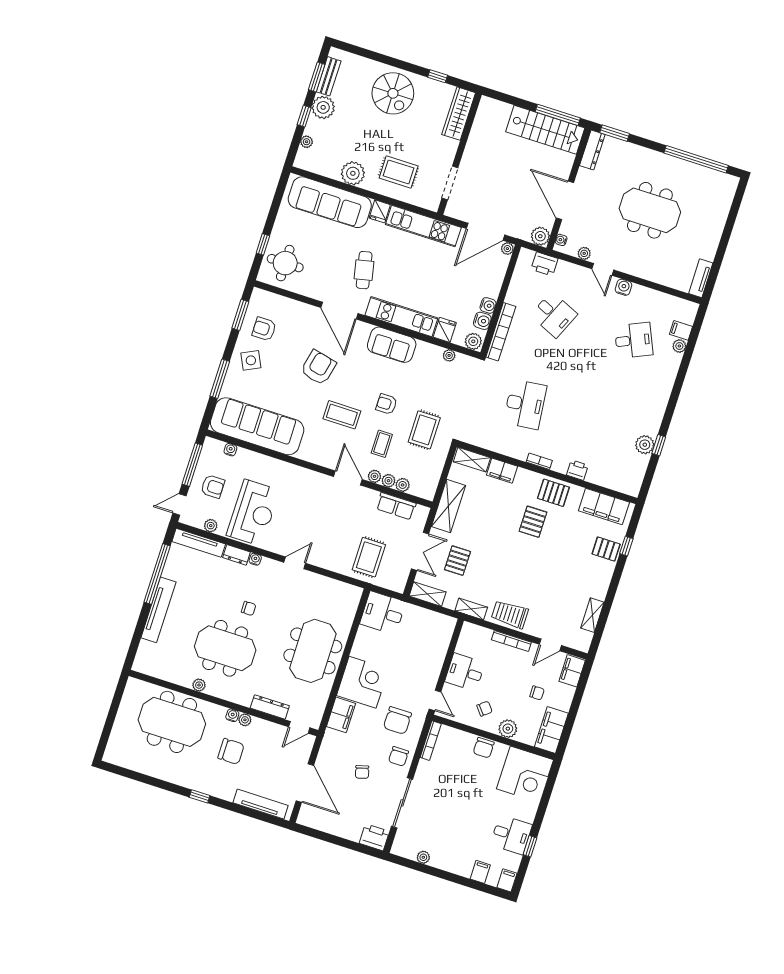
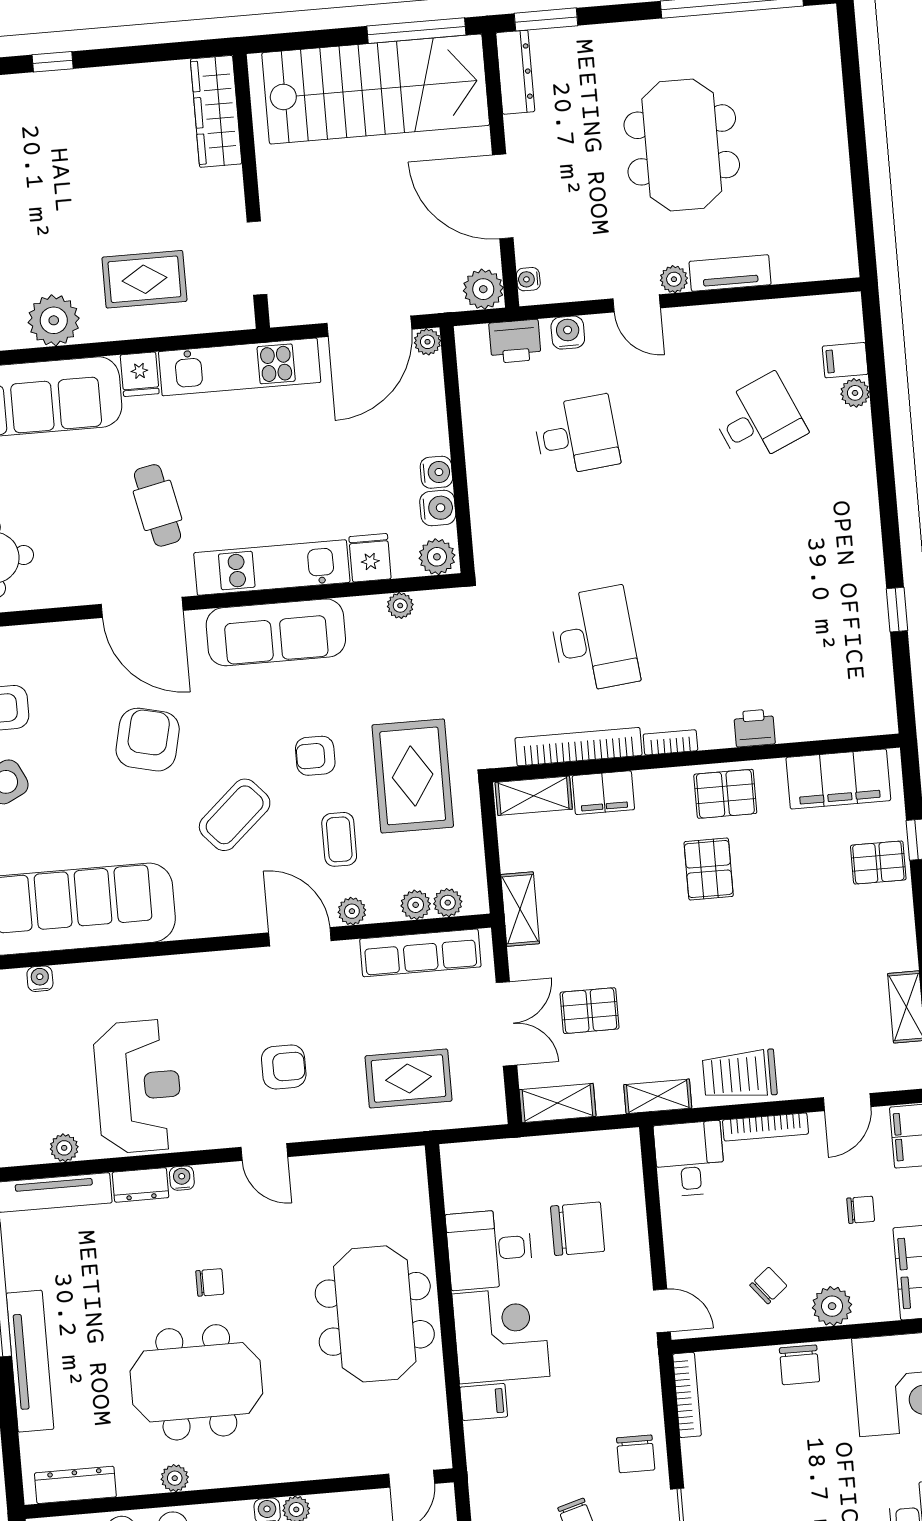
window: (438, 76) -> (53, 62), moved
spiral stairs: (393, 93) -> (67, 126), removed
stairs: (545, 130) -> (376, 89), width x1.36, depth x1.51
meeting table: (650, 210) -> (682, 145), turned 90
plant: (584, 253) -> (674, 279), moved
tv unit: (701, 278) -> (730, 273), moved, turned 90
water cooler: (623, 287) -> (568, 333), moved
desk: (554, 315) -> (576, 435), turned -30
bookcase: (501, 332) -> (578, 747), moved, turned -90
sofa: (392, 345) -> (276, 632), width x1.36
coffee table: (342, 415) -> (235, 815), turned -42
rug: (424, 430) -> (413, 776), width x1.36, depth x1.43
plant: (645, 445) -> (869, 620), removed
plant: (388, 481) -> (448, 903), moved
armchair: (213, 486) -> (284, 1067), moved
row of seats: (396, 506) -> (420, 953), width x1.48
shelving: (448, 506) -> (520, 909), width x0.67, depth x0.75
rug: (369, 557) -> (408, 1078), turned 90
pallet: (458, 561) -> (590, 1011), turned 90
door: (295, 563) -> (264, 1152), swing flipped
desk: (383, 613) -> (489, 1249), moved
desk: (465, 672) -> (689, 1159), moved, turned 90
dresser: (270, 707) -> (75, 1485), moved
filing cabinet: (341, 715) -> (484, 1402), width x0.50
chair: (397, 721) -> (578, 1229), moved, turned -90

